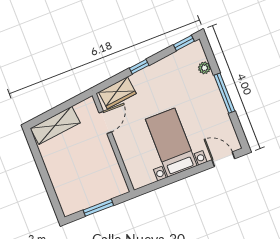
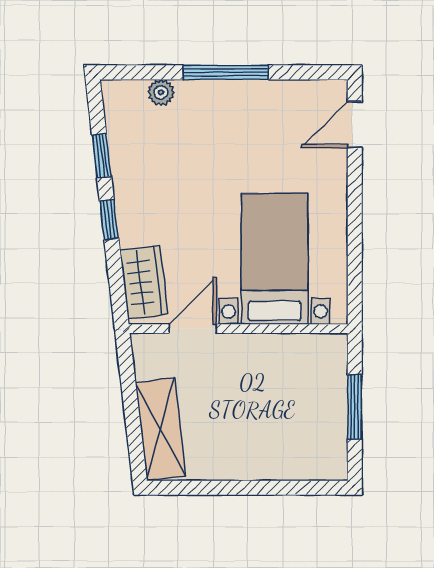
window: (184, 43) -> (102, 156), moved
door: (105, 122) -> (193, 329), hinge flipped
bed with nightstands: (171, 142) -> (275, 259), moved, turned 90

